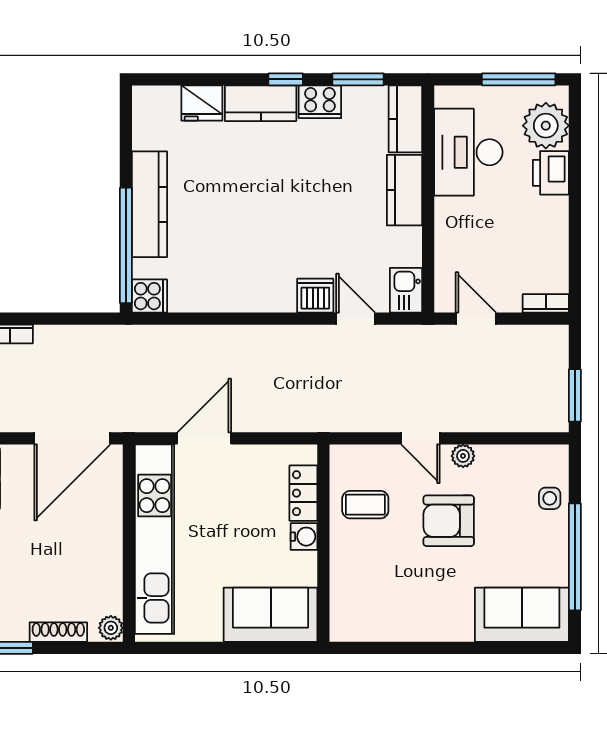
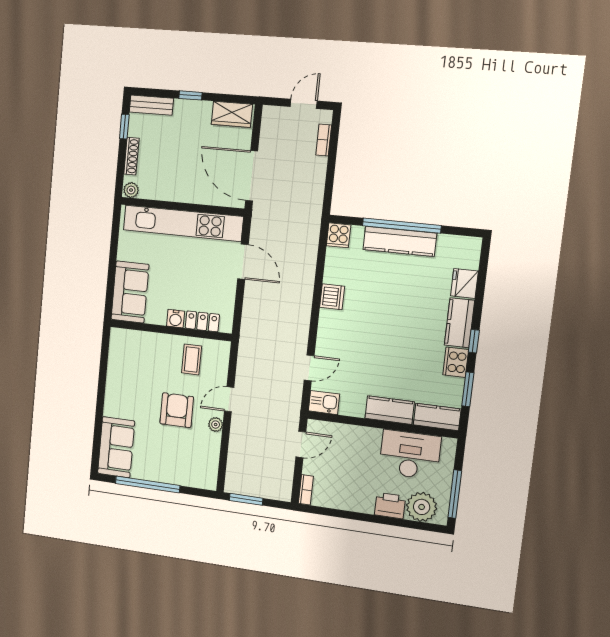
window: (126, 245) -> (402, 226), moved
dishwasher: (315, 296) -> (332, 297), moved
side table: (550, 498) -> (184, 474), removed

